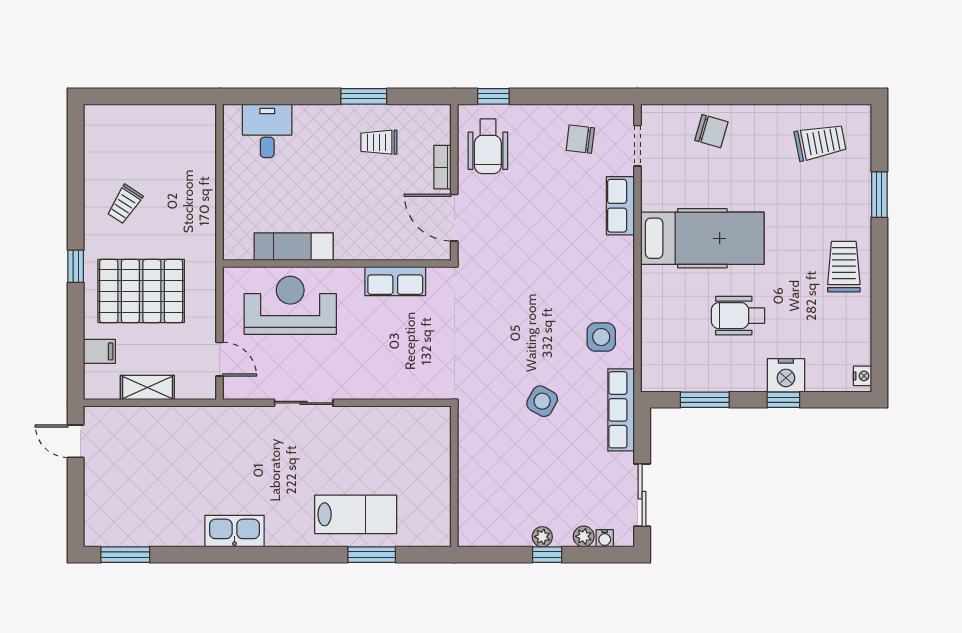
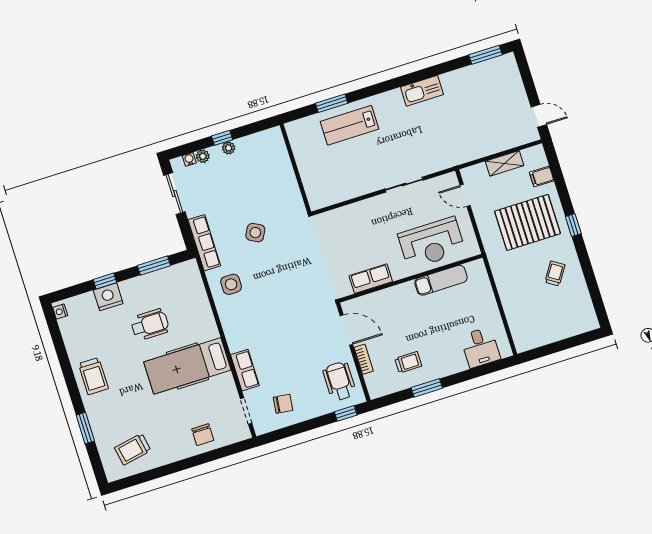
chair: (711, 131) -> (203, 435), turned -106

